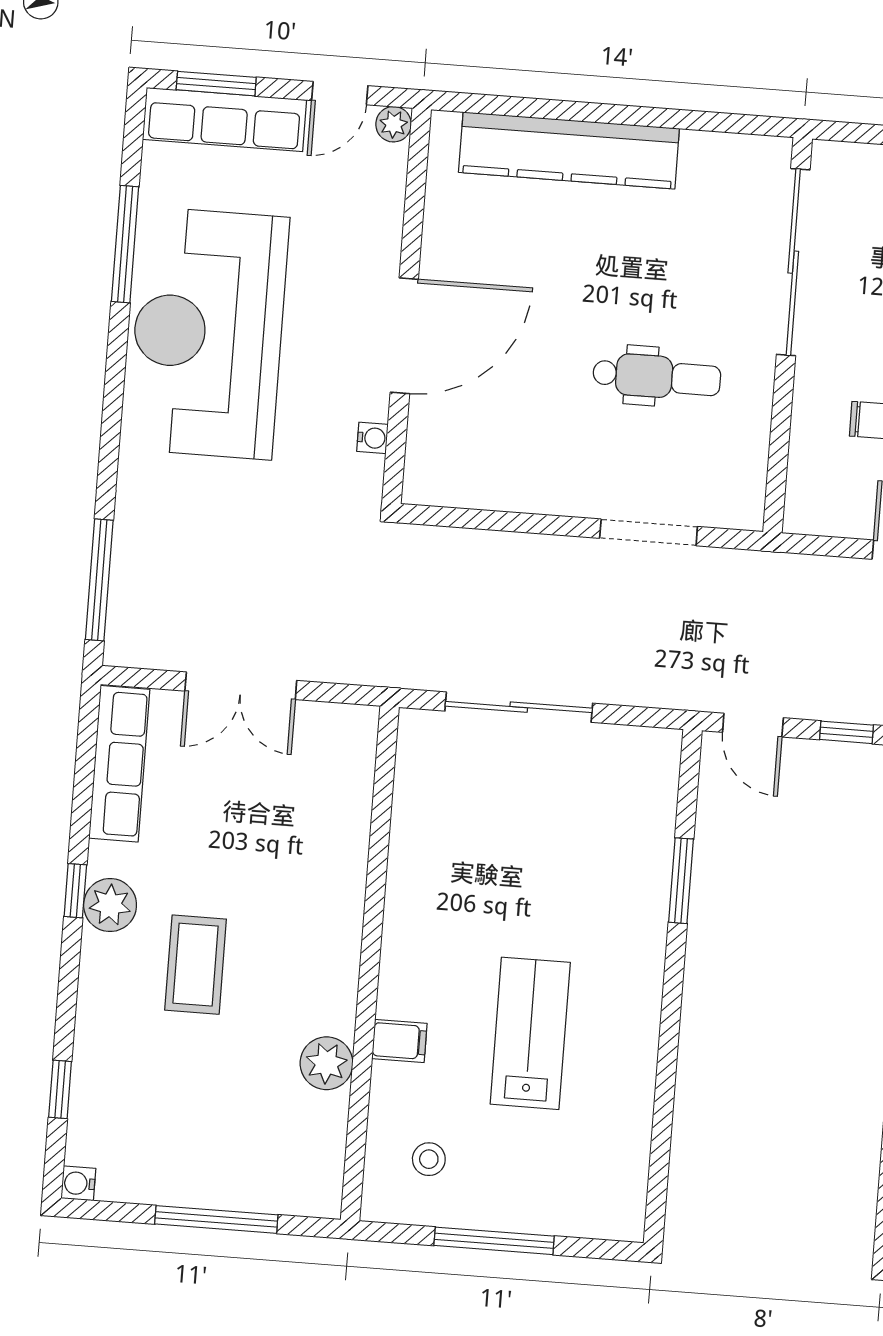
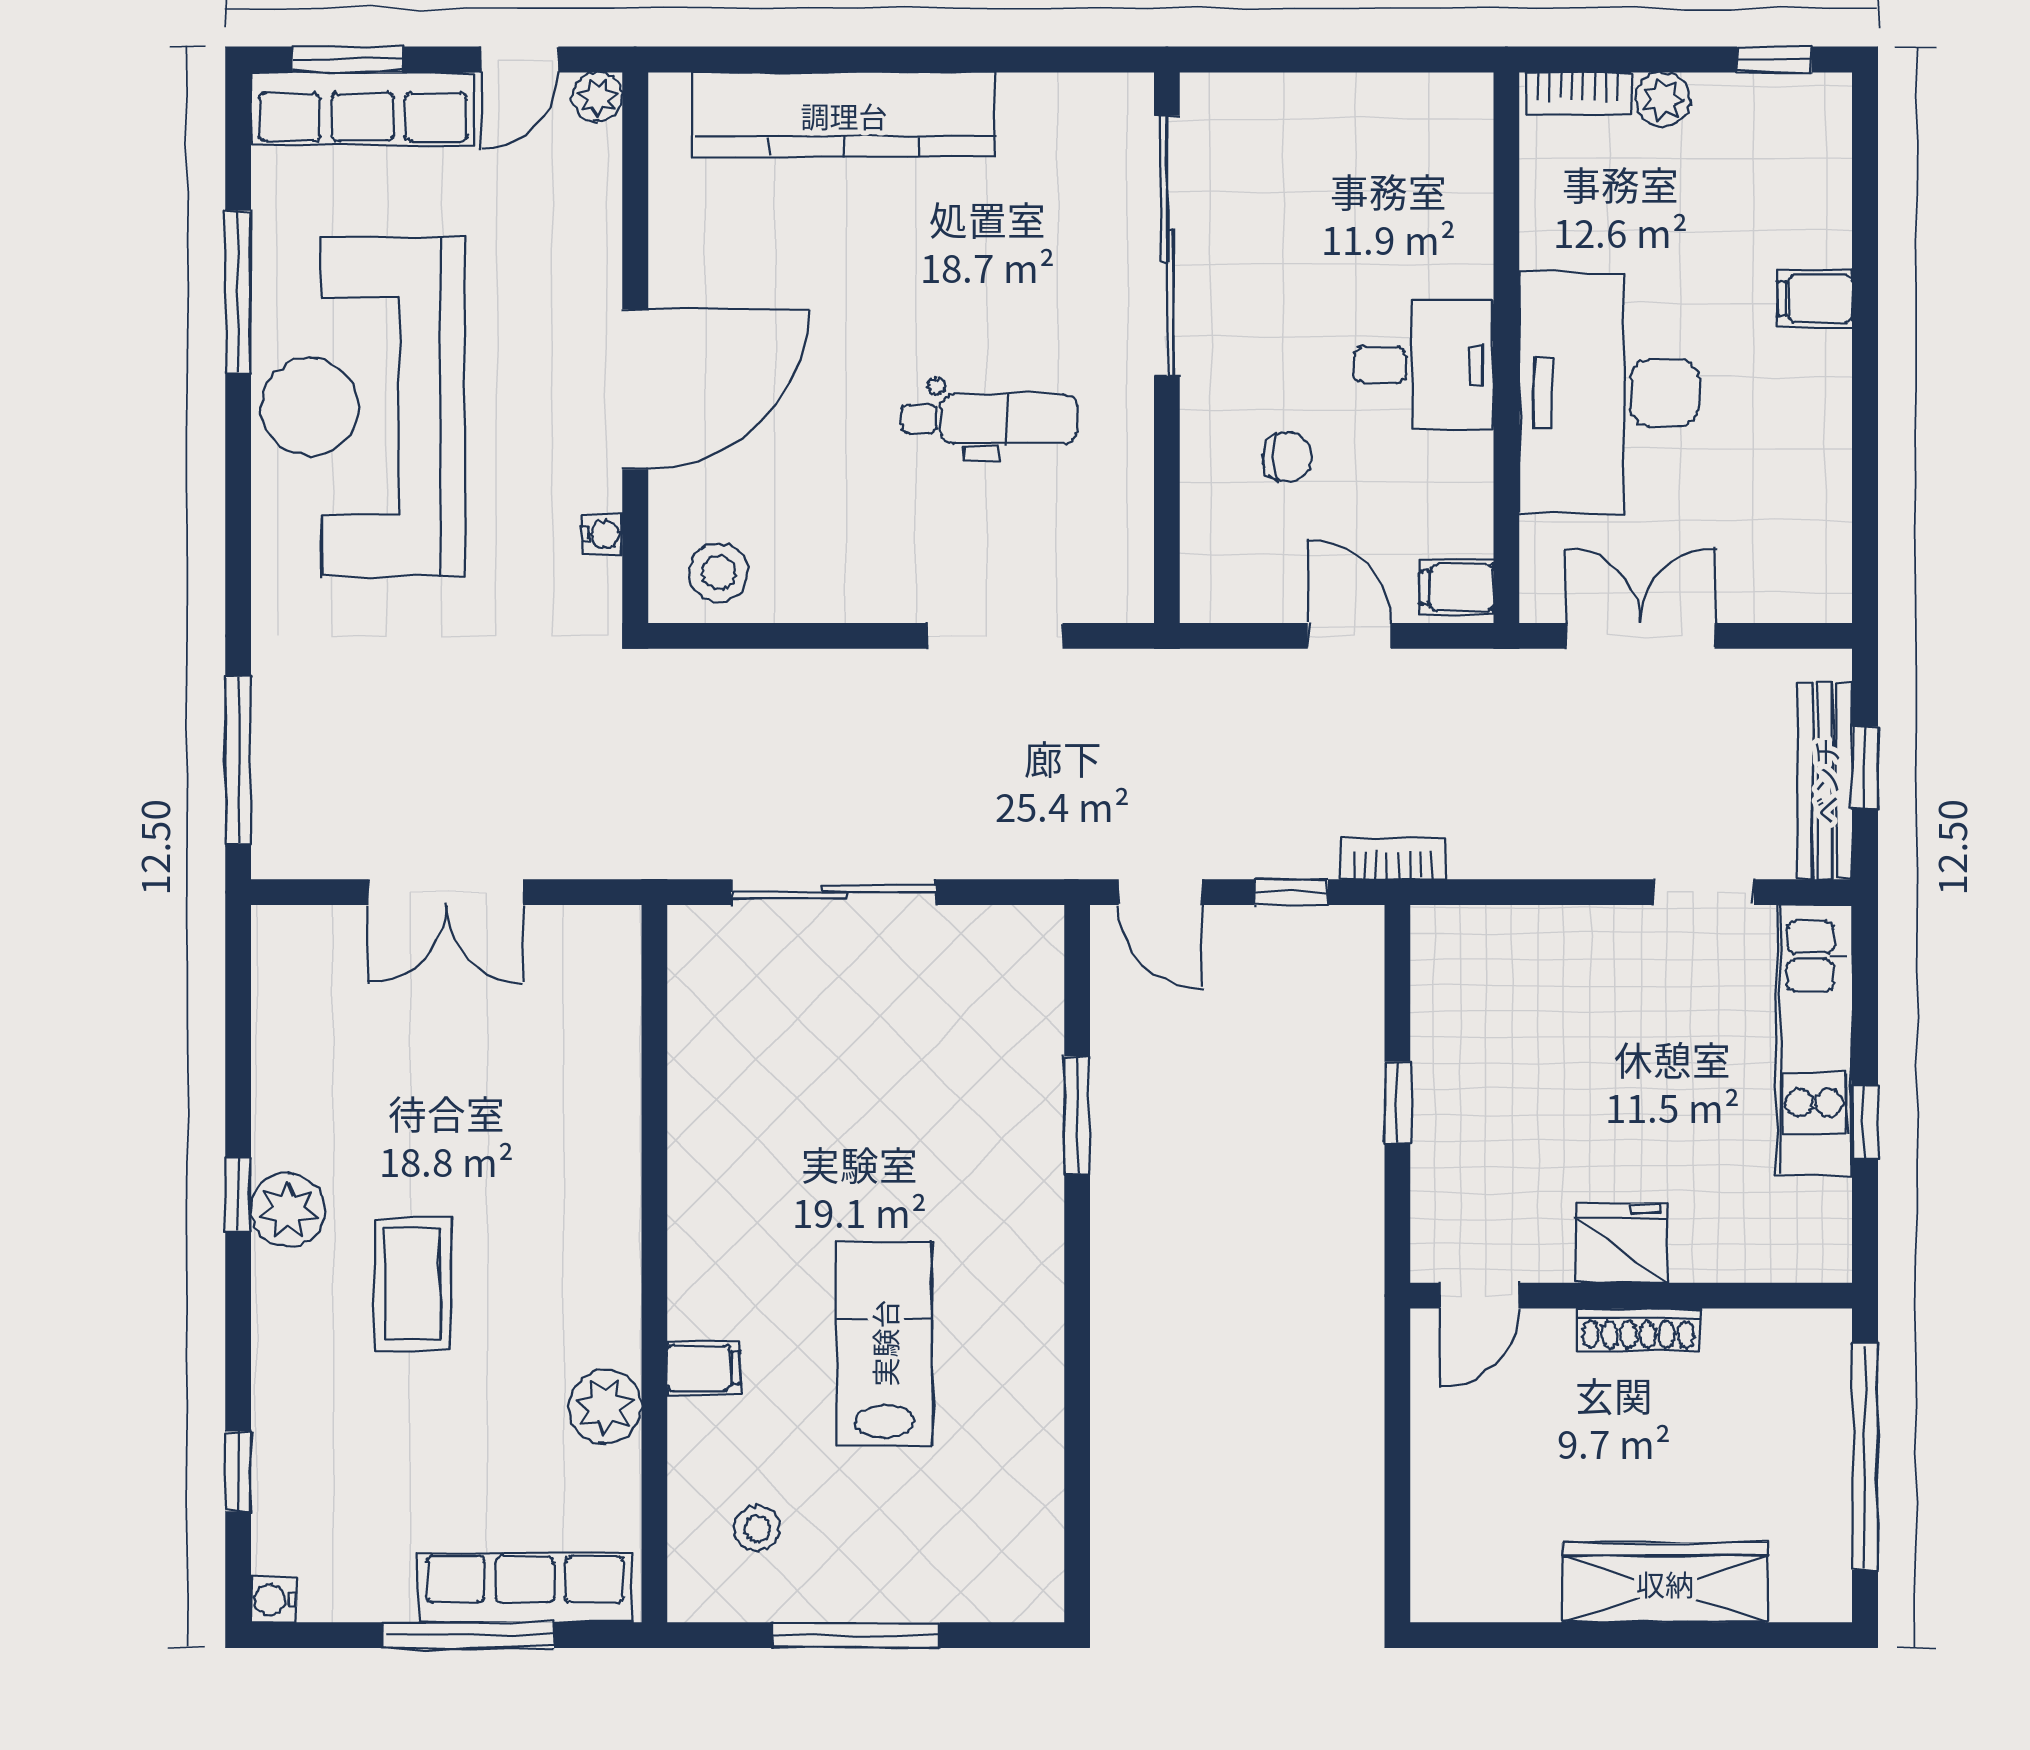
stool: (454, 472) -> (719, 572), added
row of seats: (119, 764) -> (525, 1588), moved, turned -90

